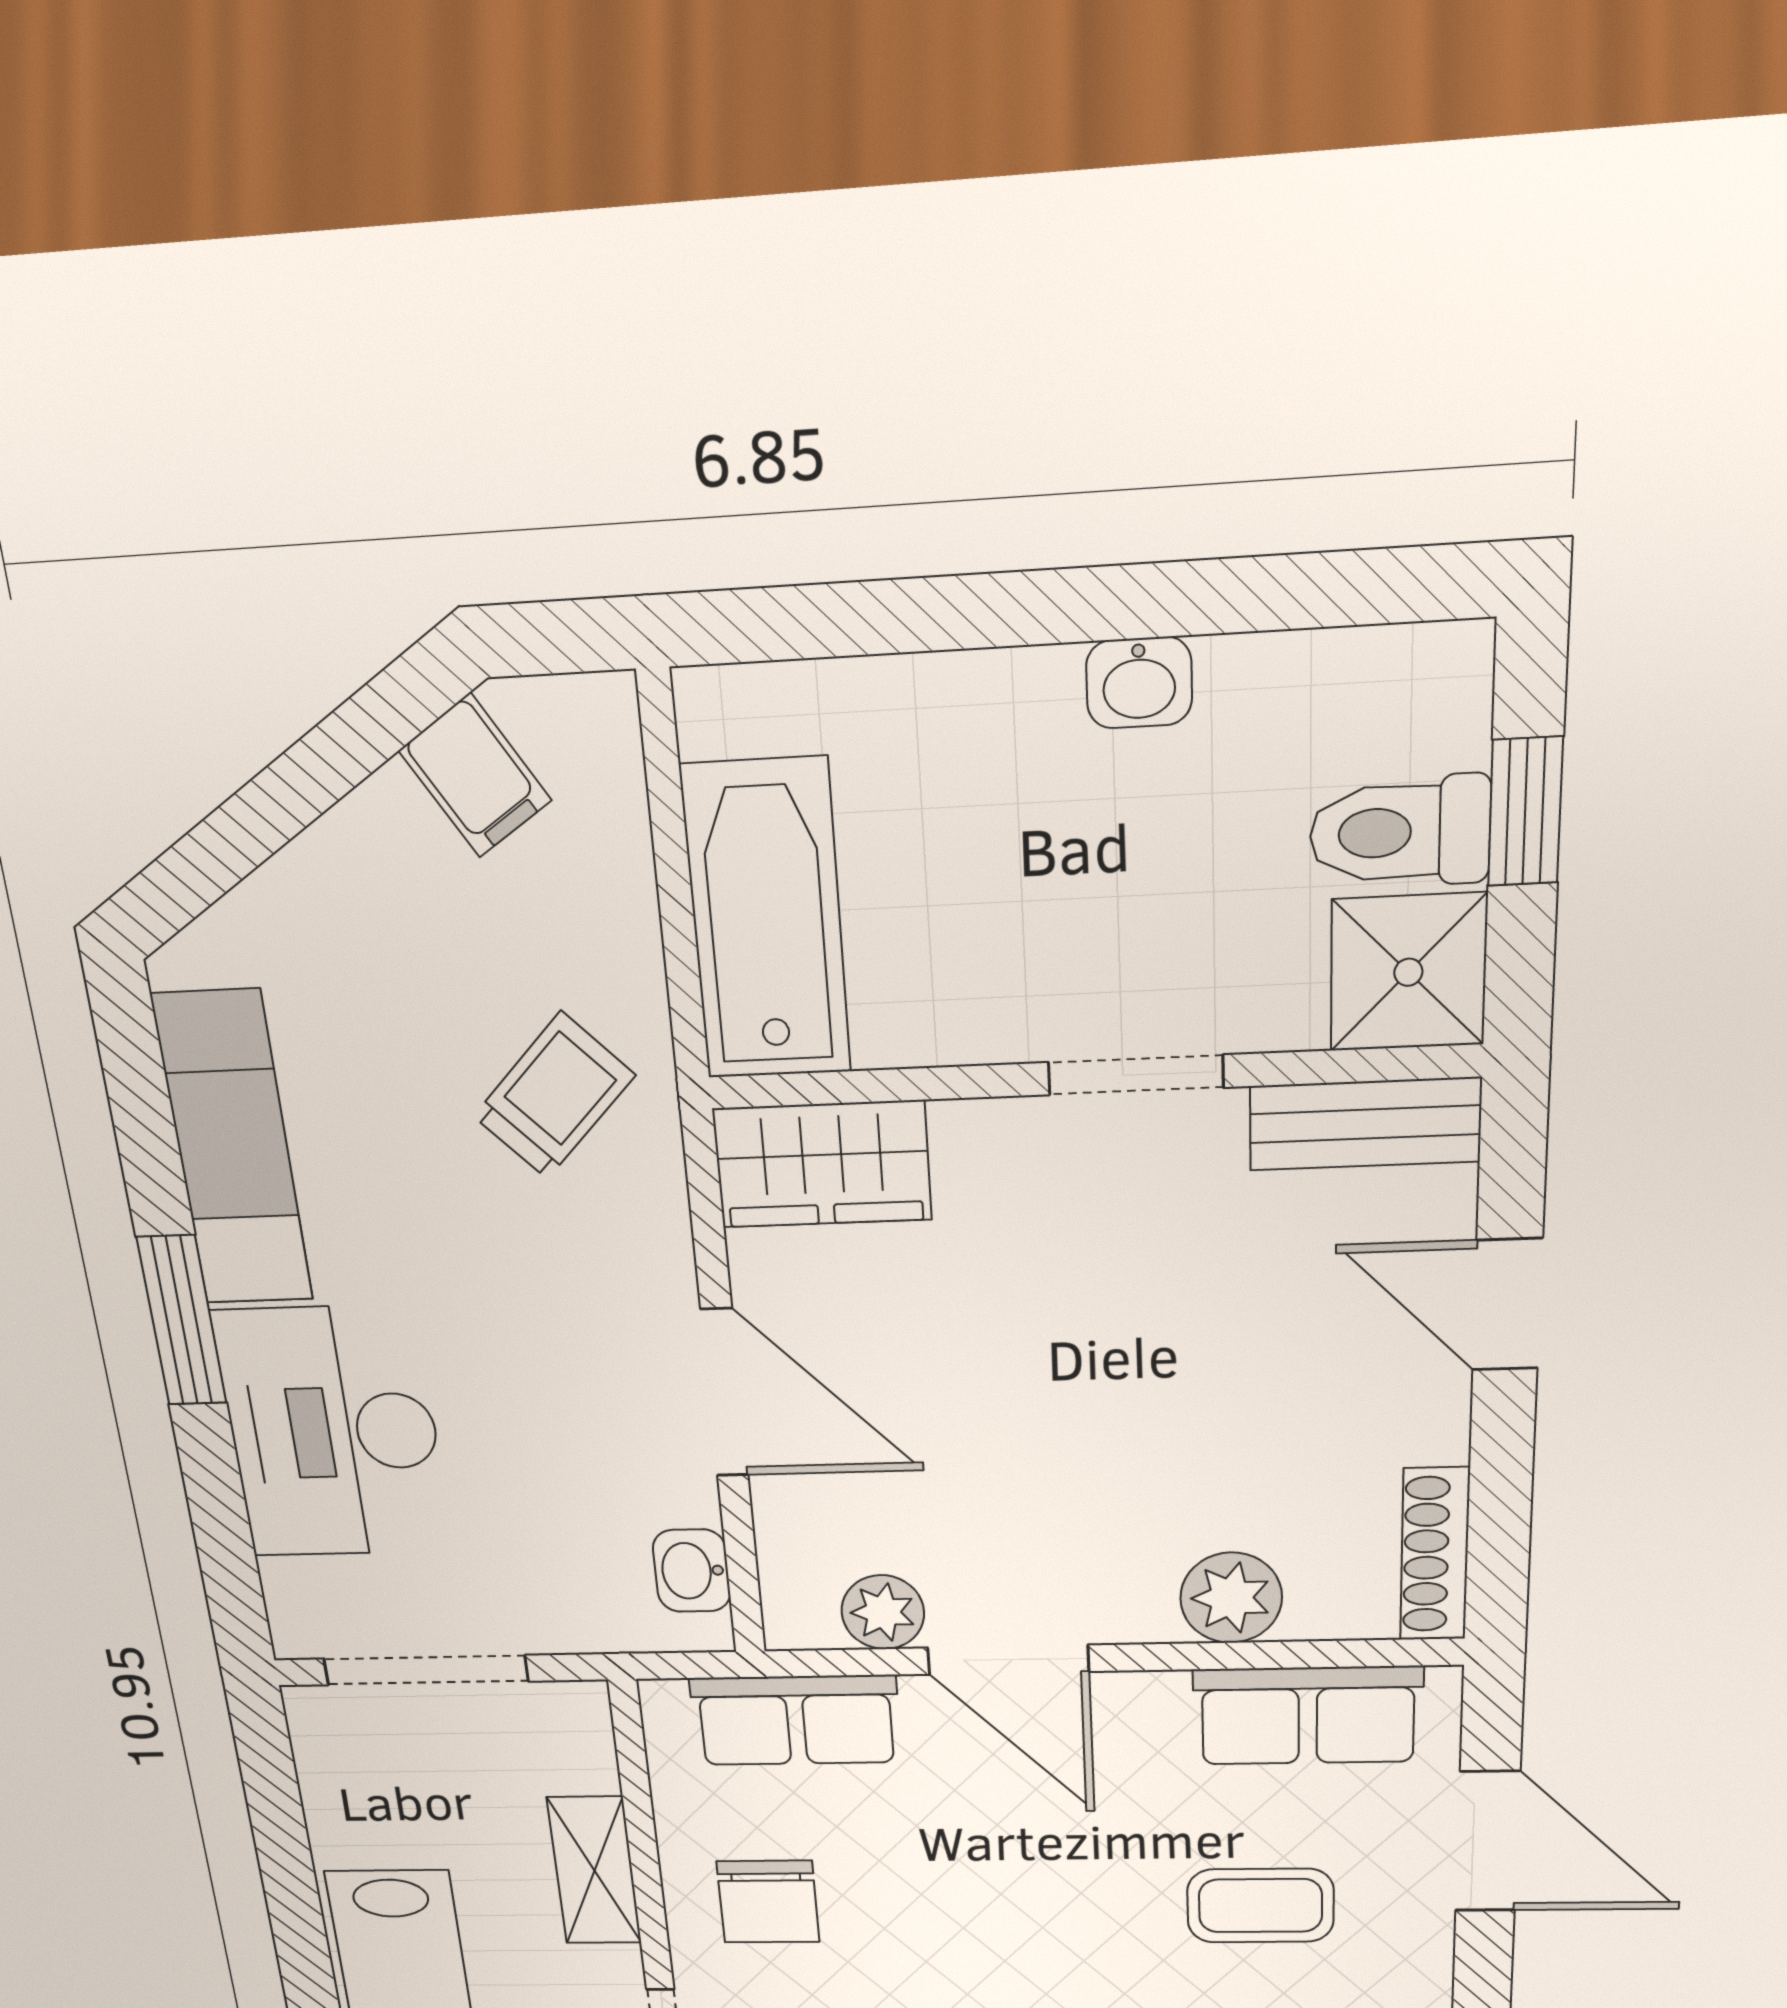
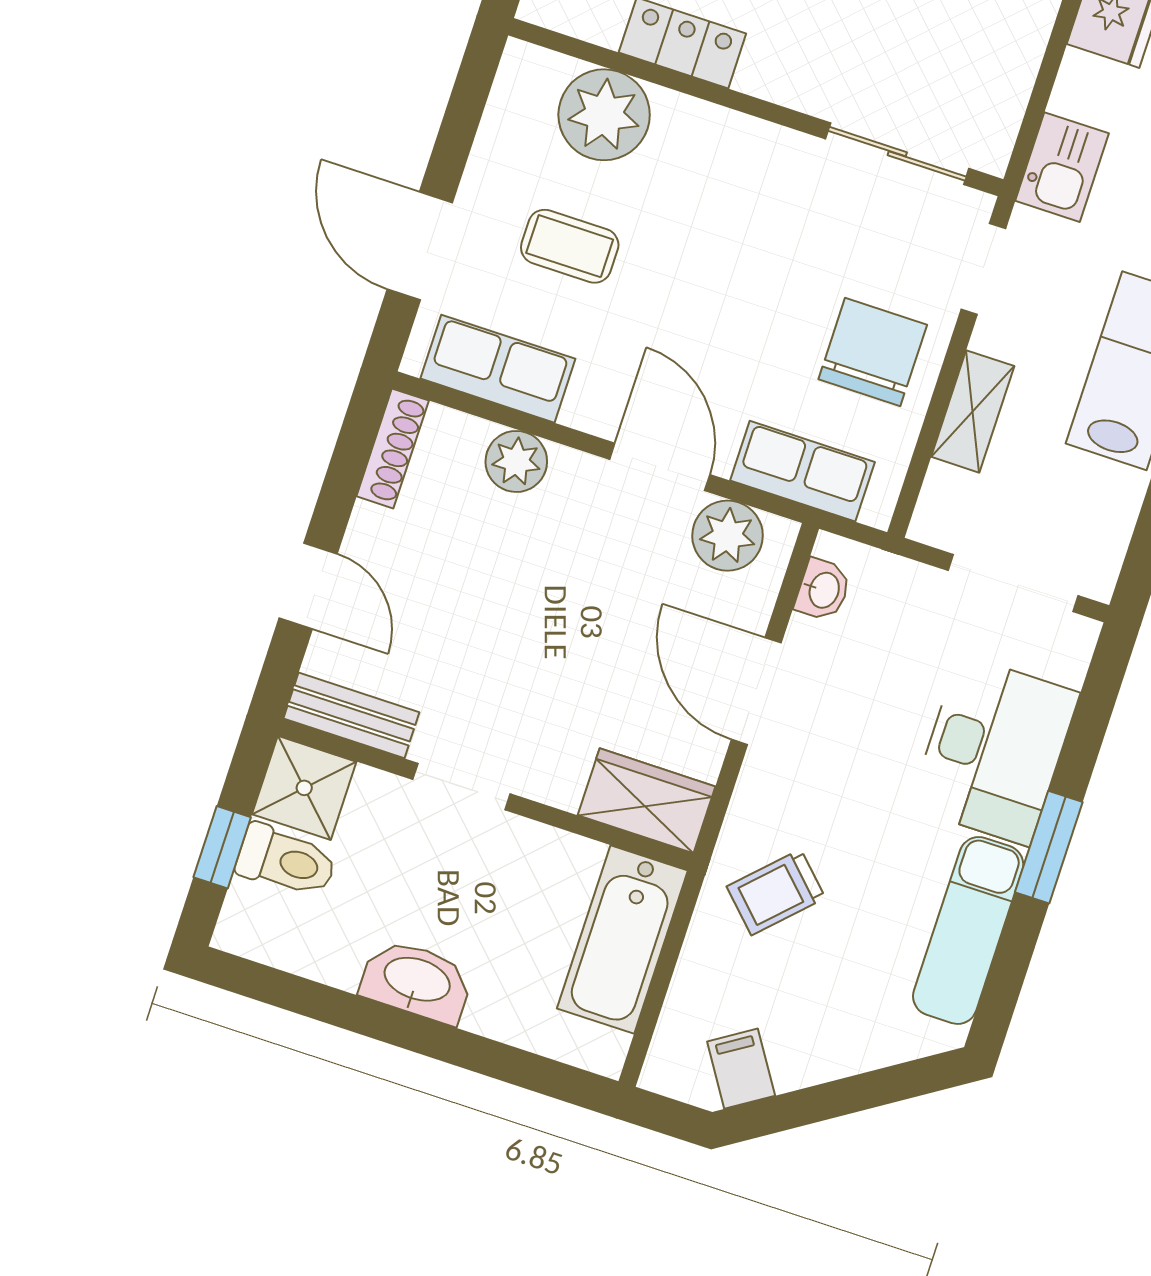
washbasin: (1139, 683) -> (417, 981), width x1.91, depth x1.45
plant: (883, 1612) -> (728, 536), width x1.38, depth x1.38
chair: (768, 1902) -> (873, 352), width x1.37, depth x1.37

